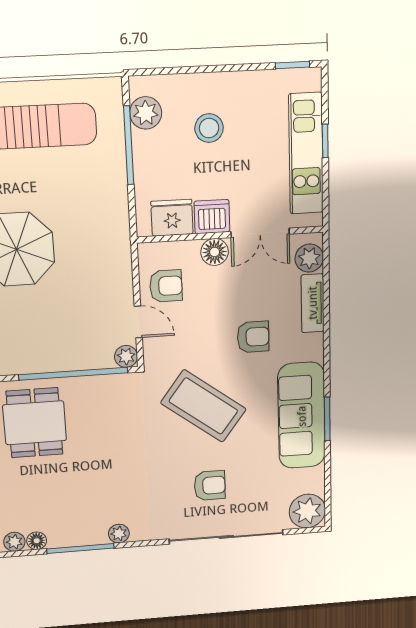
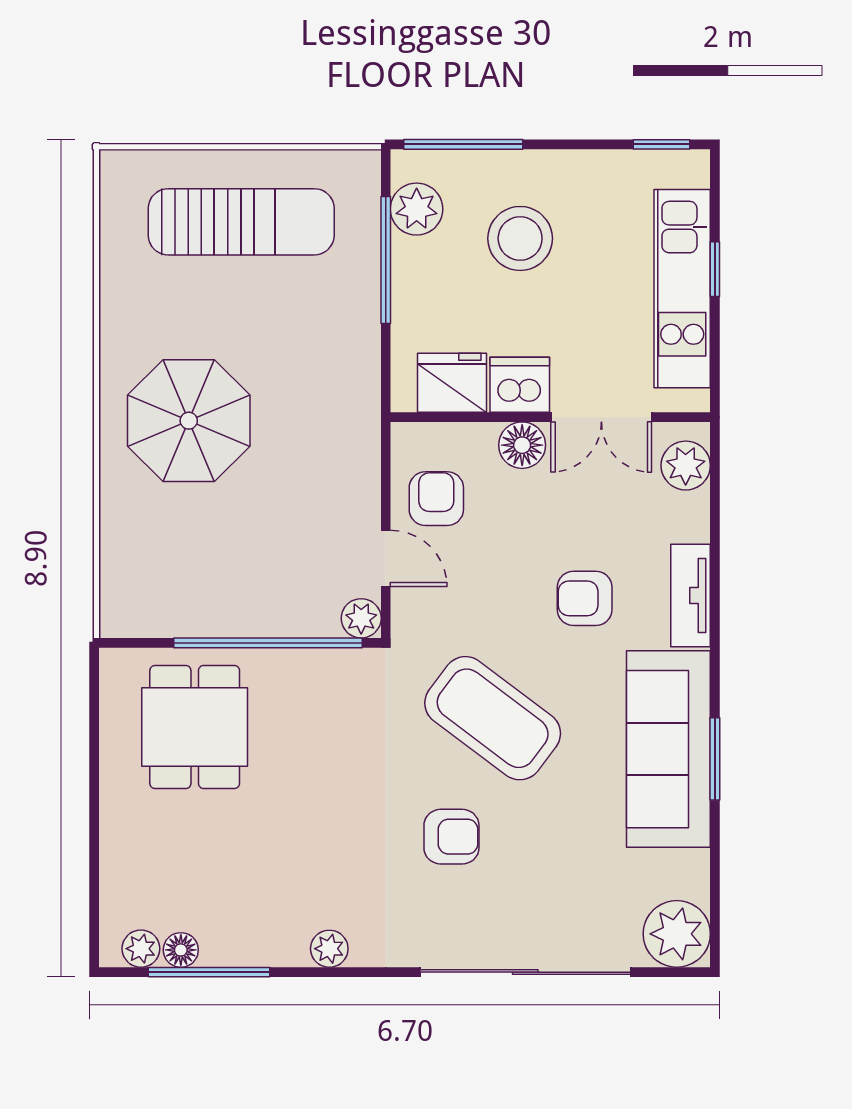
window: (172, 71) -> (463, 144), added
stool: (209, 128) -> (520, 238), width x1.38, depth x1.38
armchair: (166, 286) -> (436, 499), turned -90
tv unit: (313, 303) -> (691, 596), moved
armchair: (253, 337) -> (585, 598), turned 180
armchair: (210, 485) -> (451, 837), moved
window: (80, 549) -> (209, 972), moved

